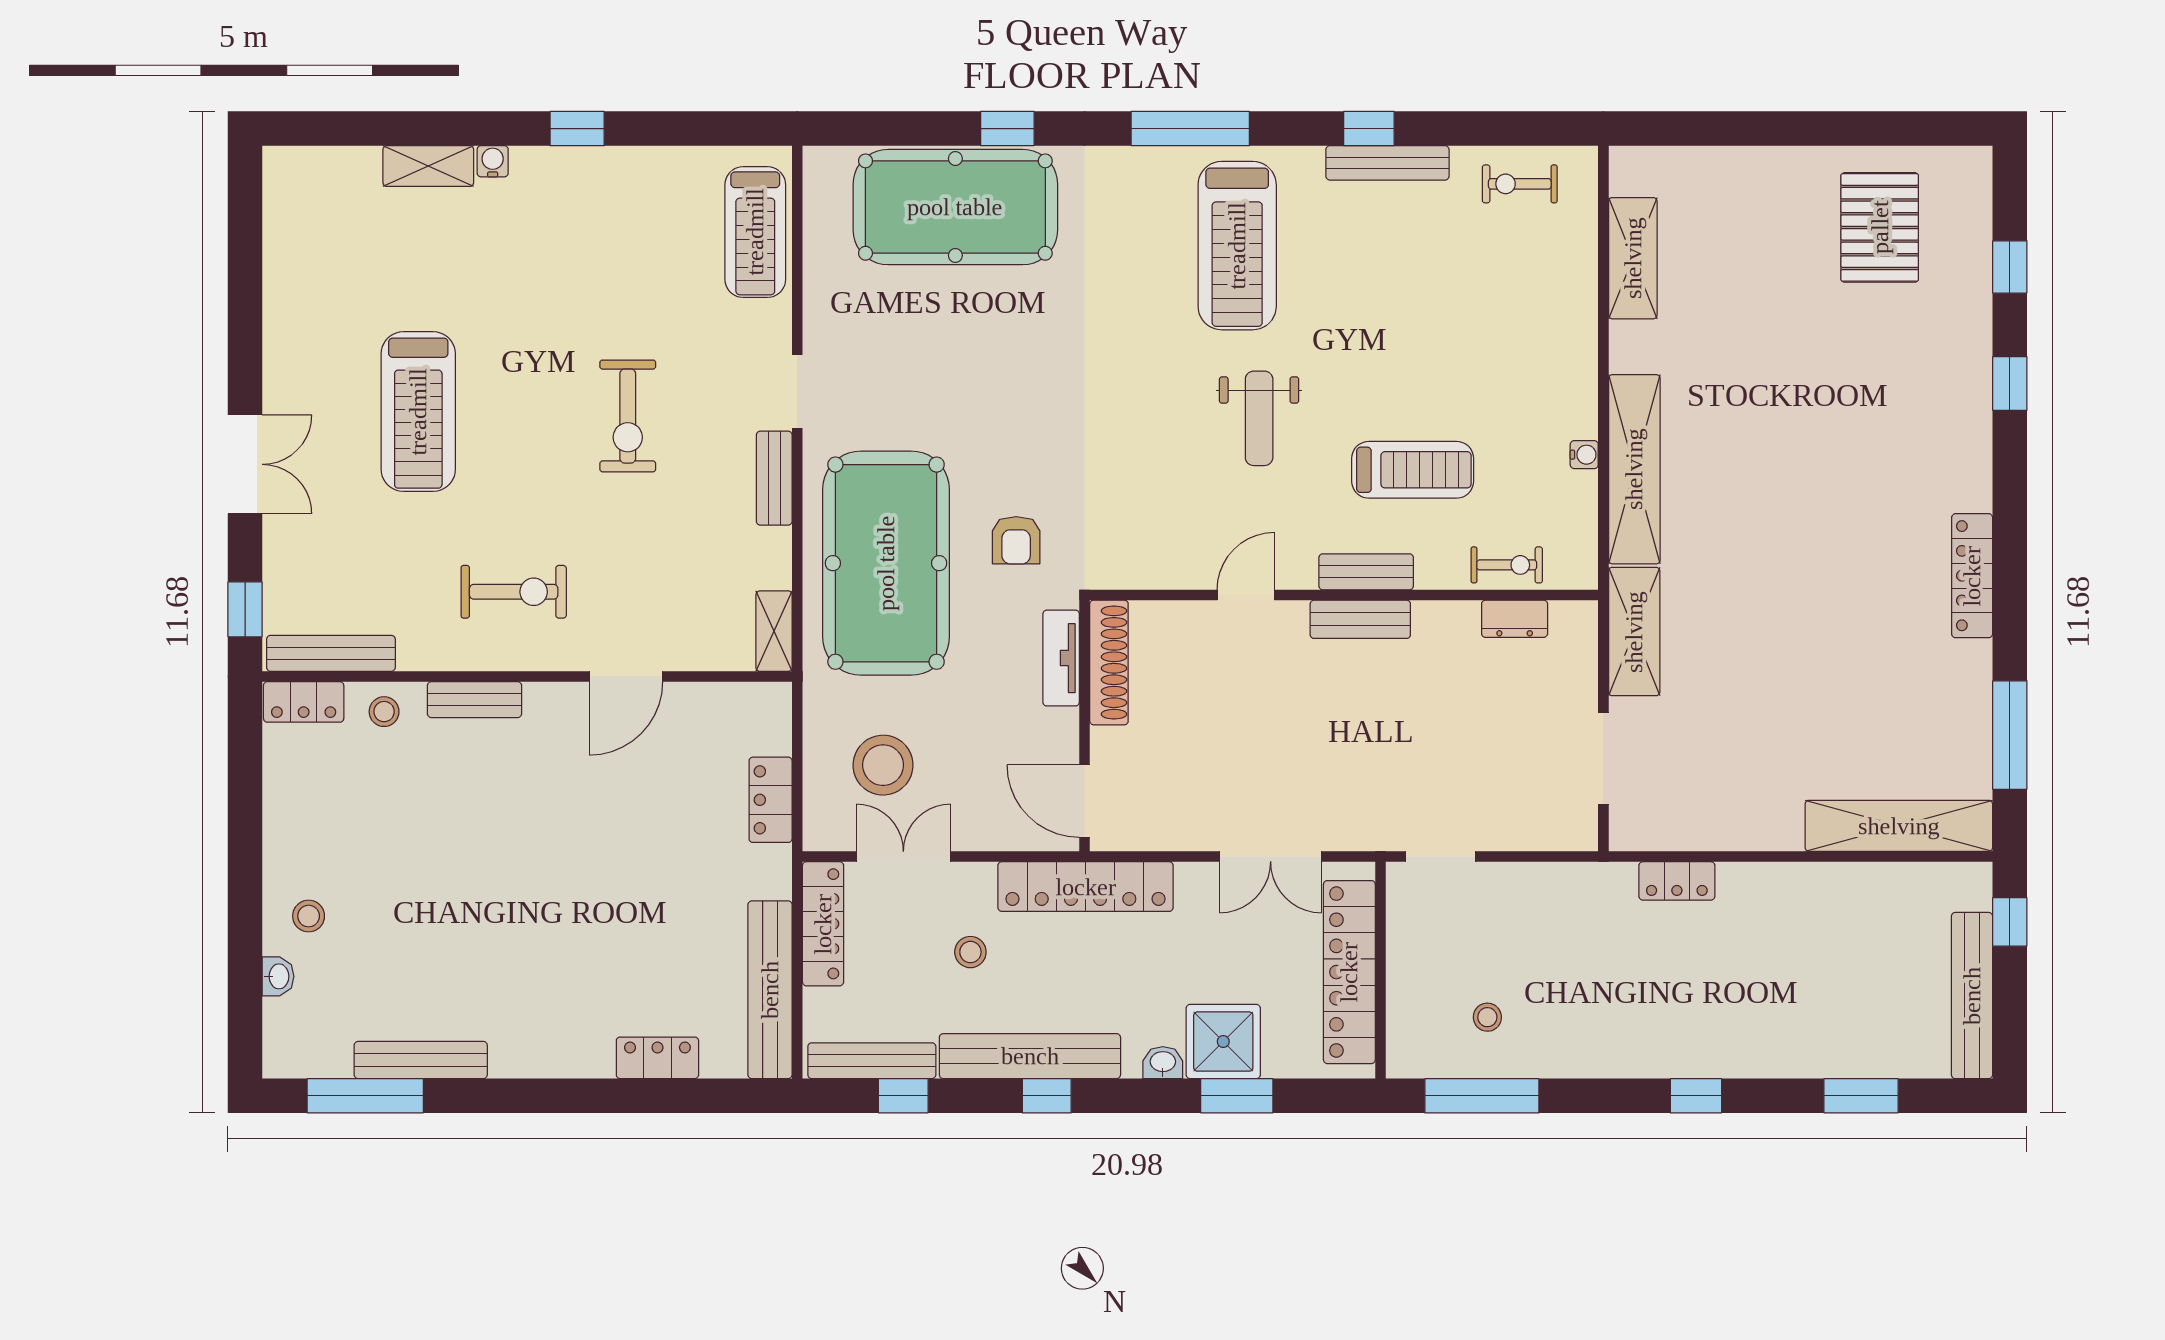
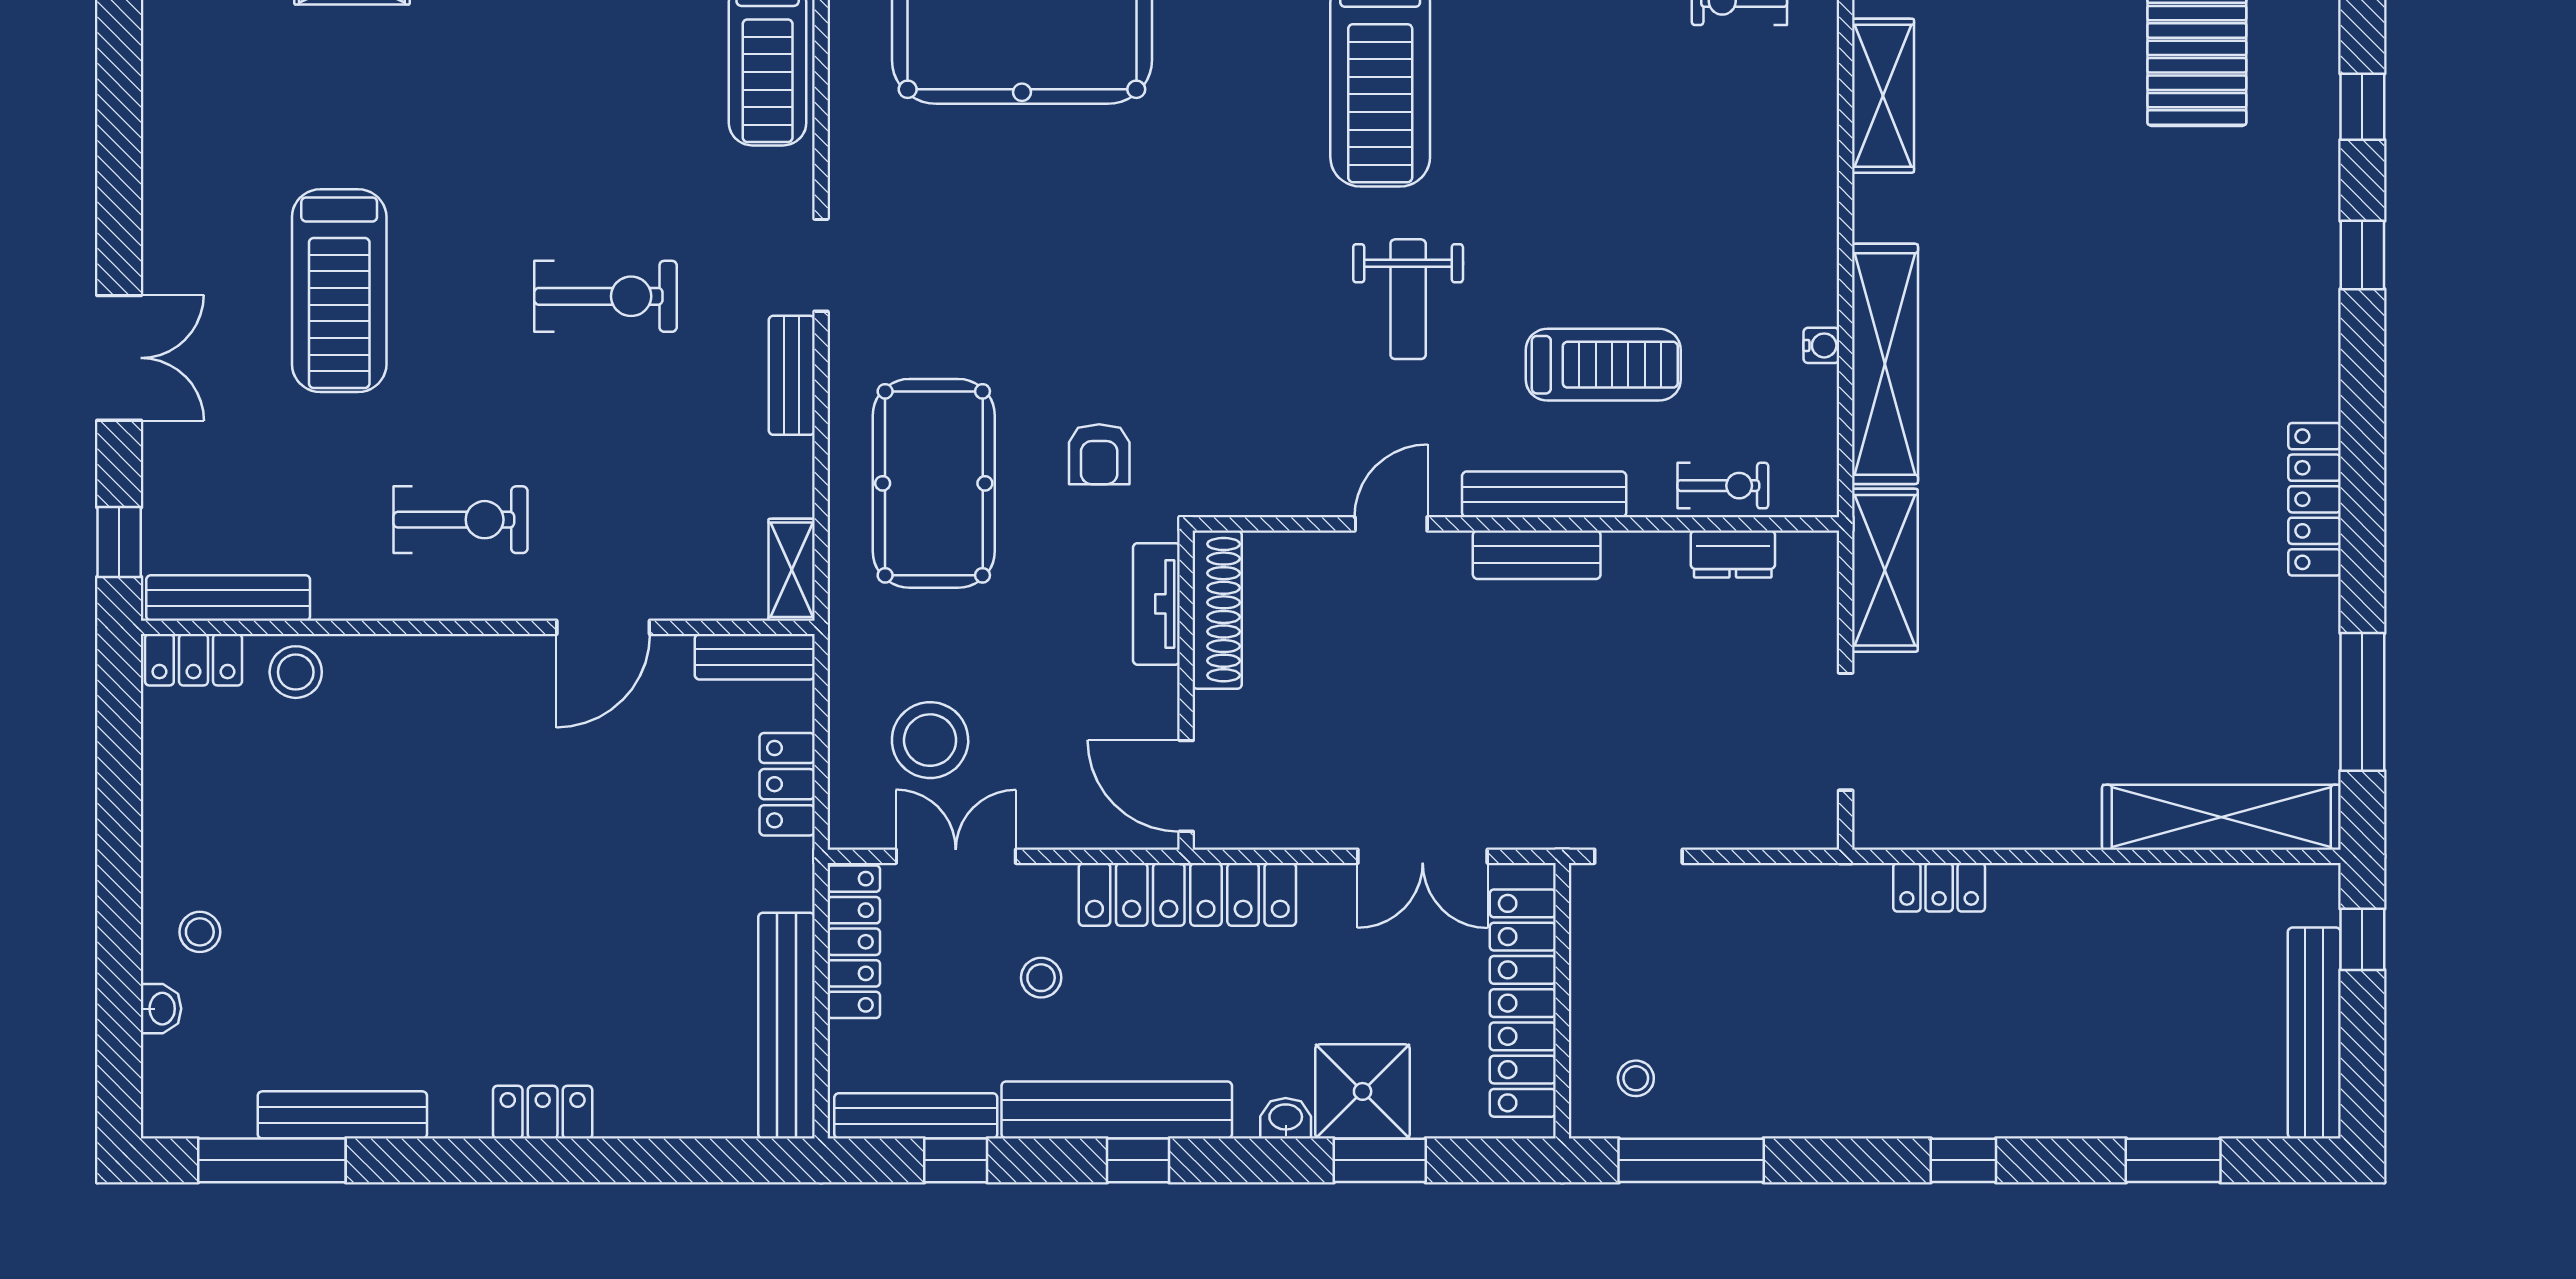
exercise bike: (628, 416) -> (606, 296), turned -90
pool table: (886, 563) -> (934, 483), width x0.73, depth x0.76
bench: (1366, 572) -> (1544, 494), width x1.36
bench: (475, 700) -> (755, 657), moved
stool: (384, 712) -> (296, 672), width x1.37, depth x1.37
stool: (1487, 1017) -> (1636, 1078), moved
locker: (657, 1058) -> (543, 1112), moved

